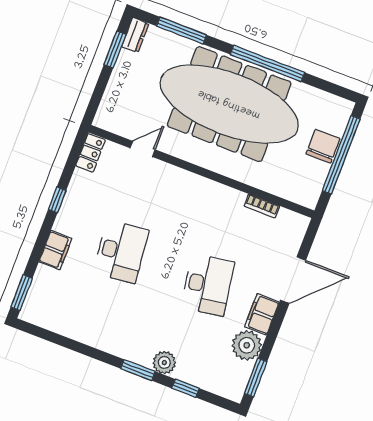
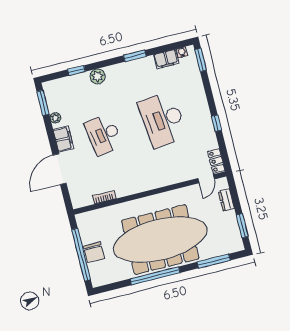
dresser: (135, 35) -> (226, 200), moved
door: (143, 149) -> (206, 179), moved
filing cabinet: (55, 250) -> (166, 59), moved, turned -90
desk: (121, 251) -> (163, 120), width x1.36, depth x1.30
water cooler: (38, 319) -> (182, 52), added
plant: (247, 345) -> (55, 118), width x0.53, depth x0.53
window: (138, 370) -> (135, 56), moved

